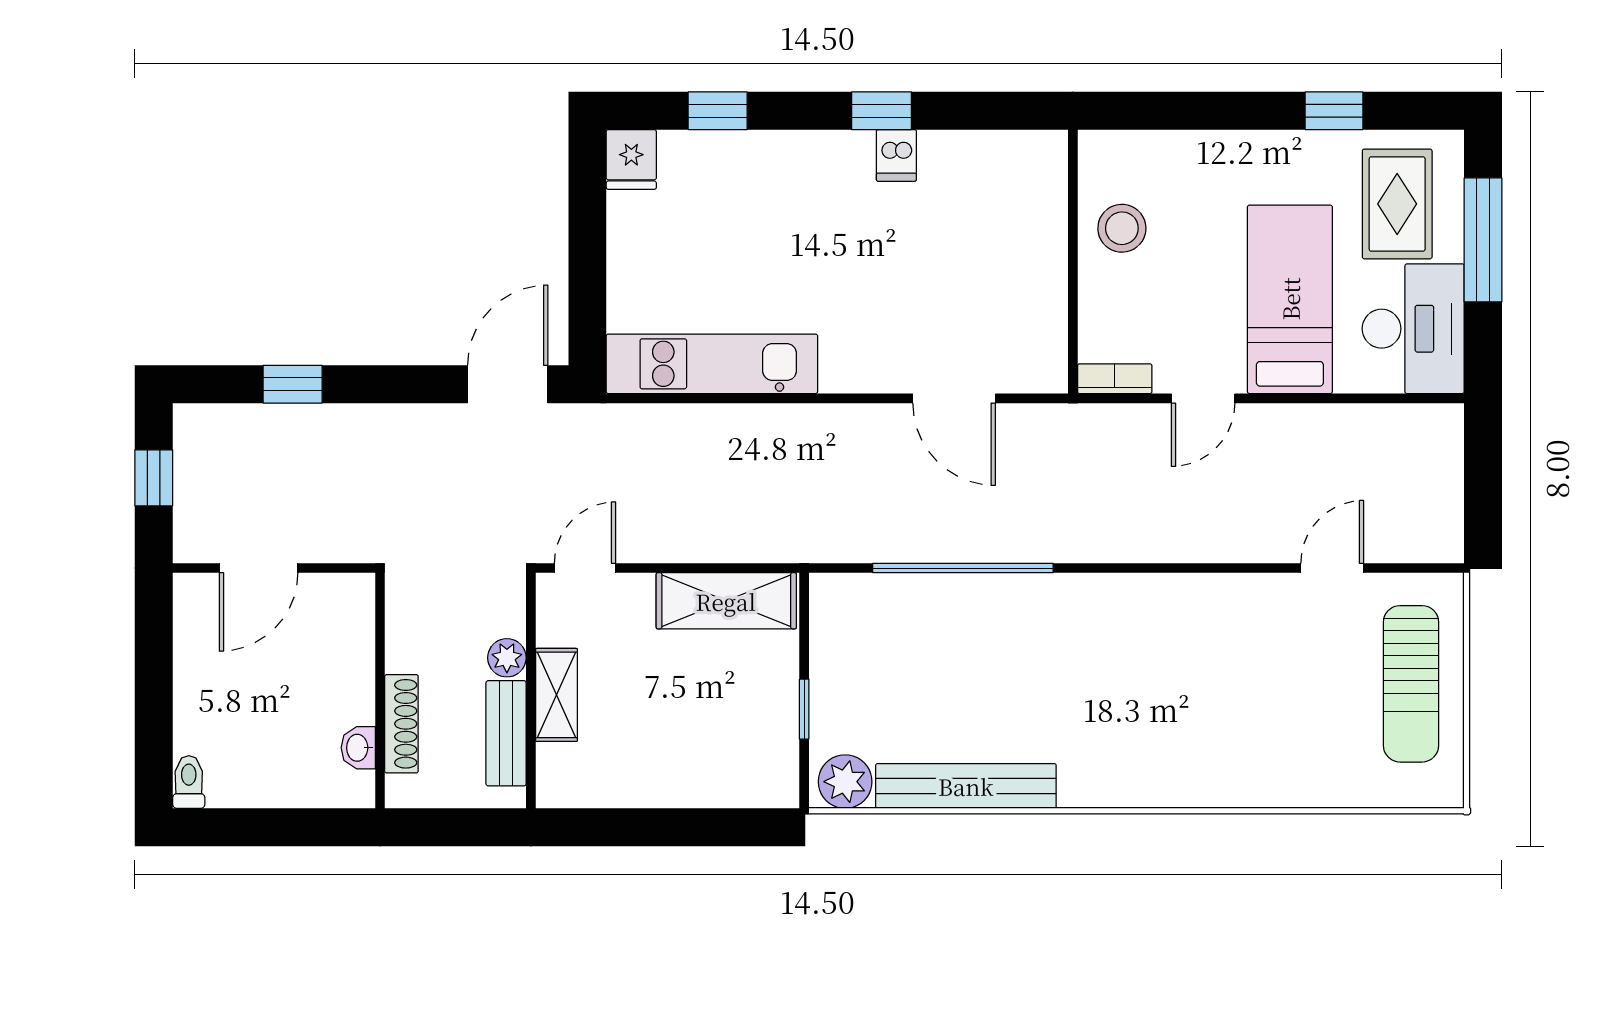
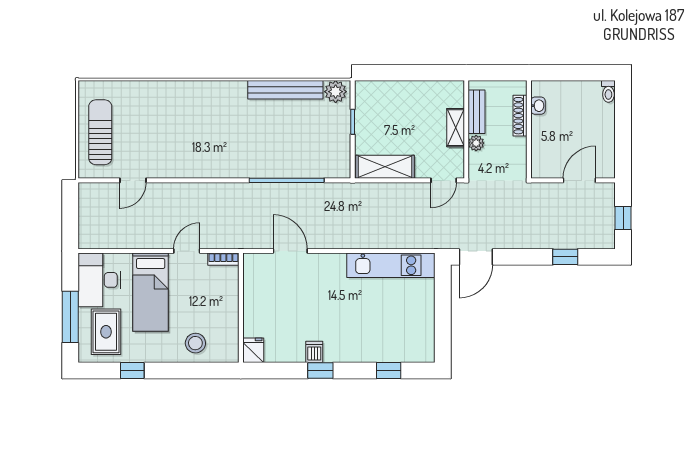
fridge: (631, 159) -> (253, 350), moved
stool: (1122, 228) -> (195, 343), moved

